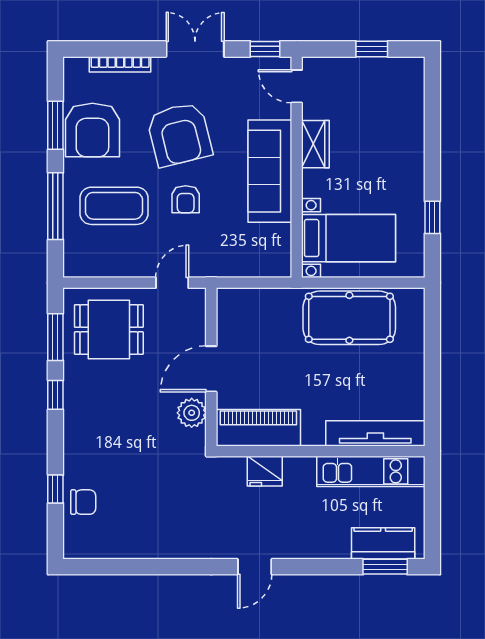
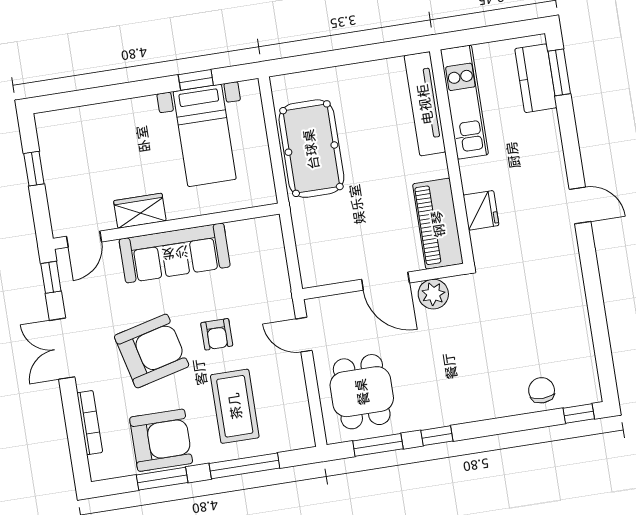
armchair: (186, 199) -> (217, 334), turned 90
bed with nightstands: (349, 238) -> (205, 135), moved, turned 180
window: (55, 489) -> (579, 413), moved

